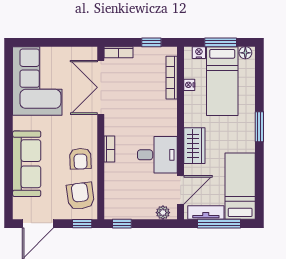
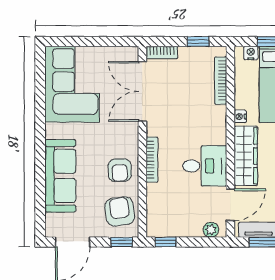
nightstand: (189, 85) -> (240, 117), moved
wardrobe: (194, 146) -> (246, 156), width x1.50
bookcase: (109, 149) -> (152, 160), width x1.56

